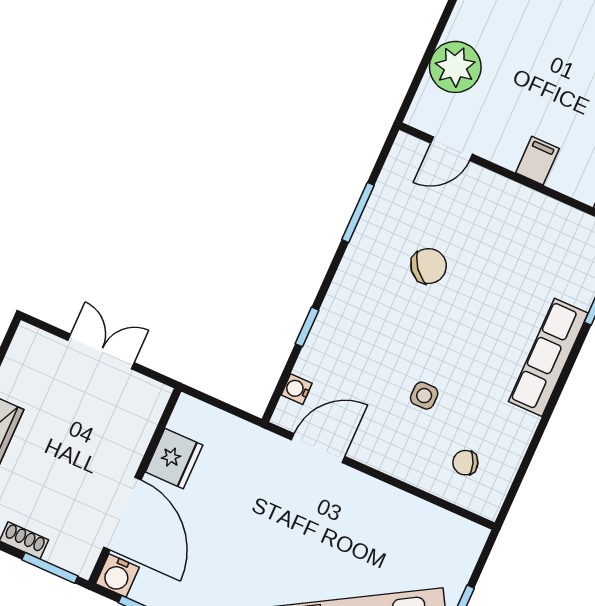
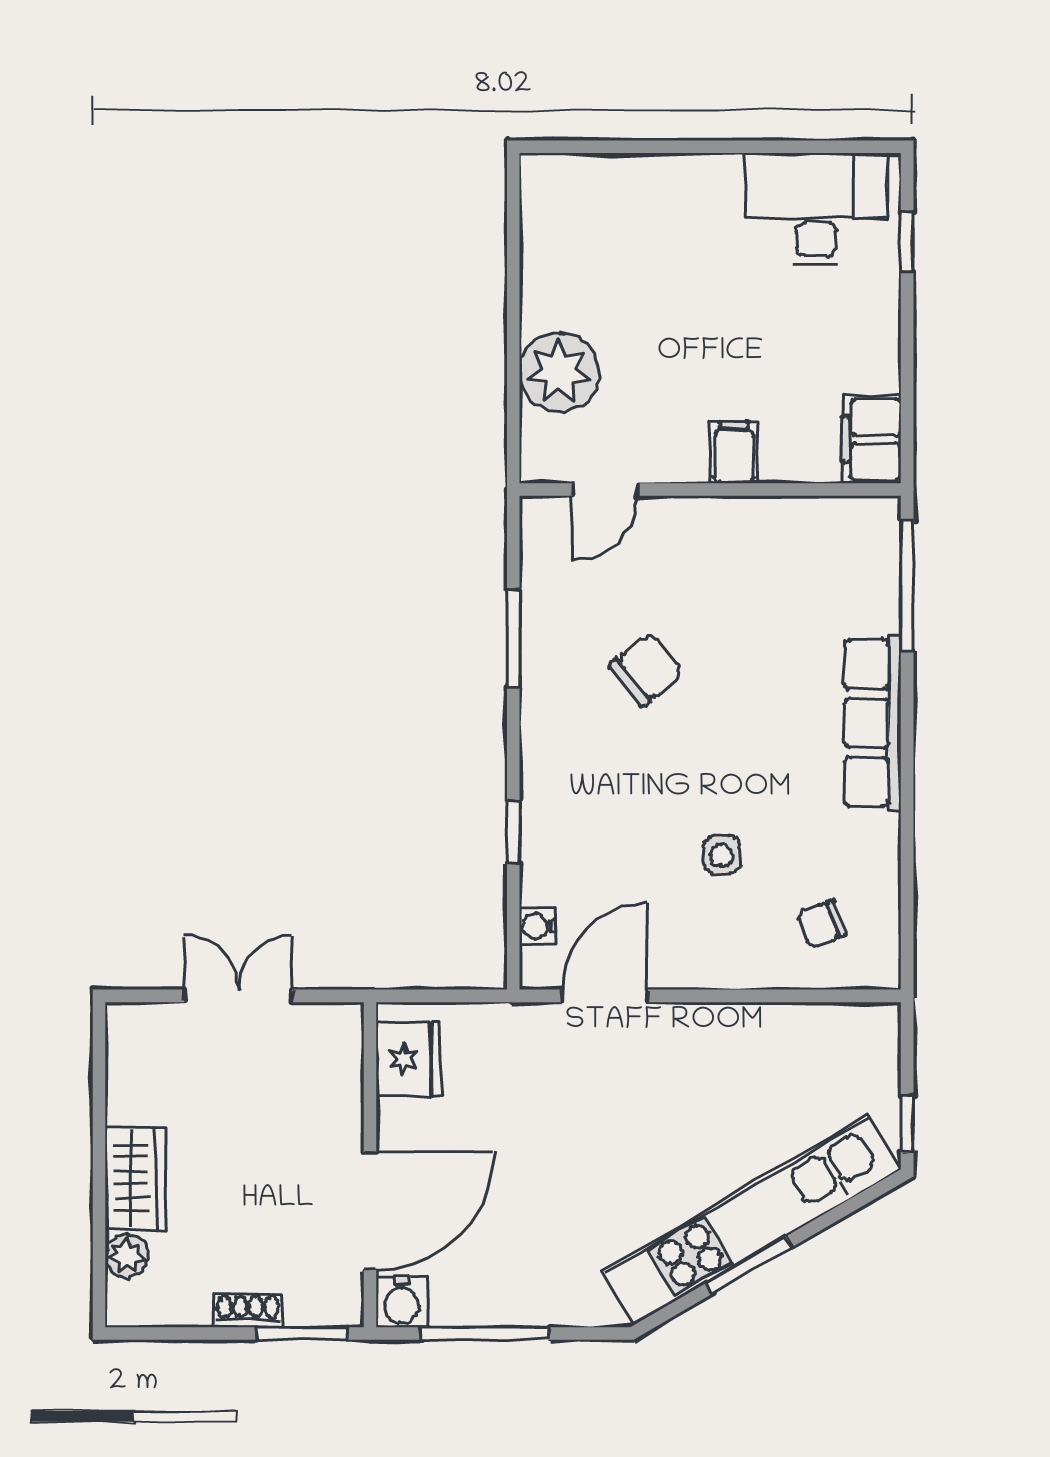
fridge: (174, 458) -> (408, 1059), moved
door: (122, 514) -> (370, 1211), hinge flipped

